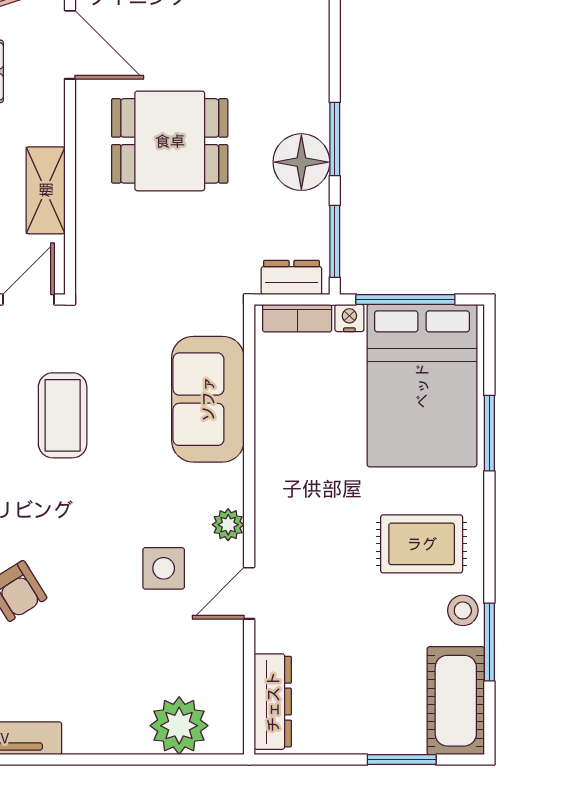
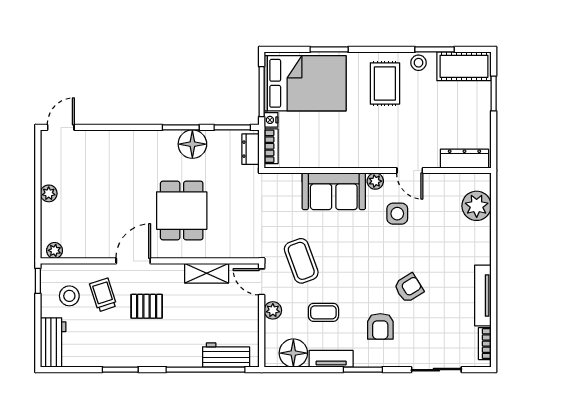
sofa: (208, 399) -> (334, 191), moved
coffee table: (63, 415) -> (301, 261), moved, turned 70

